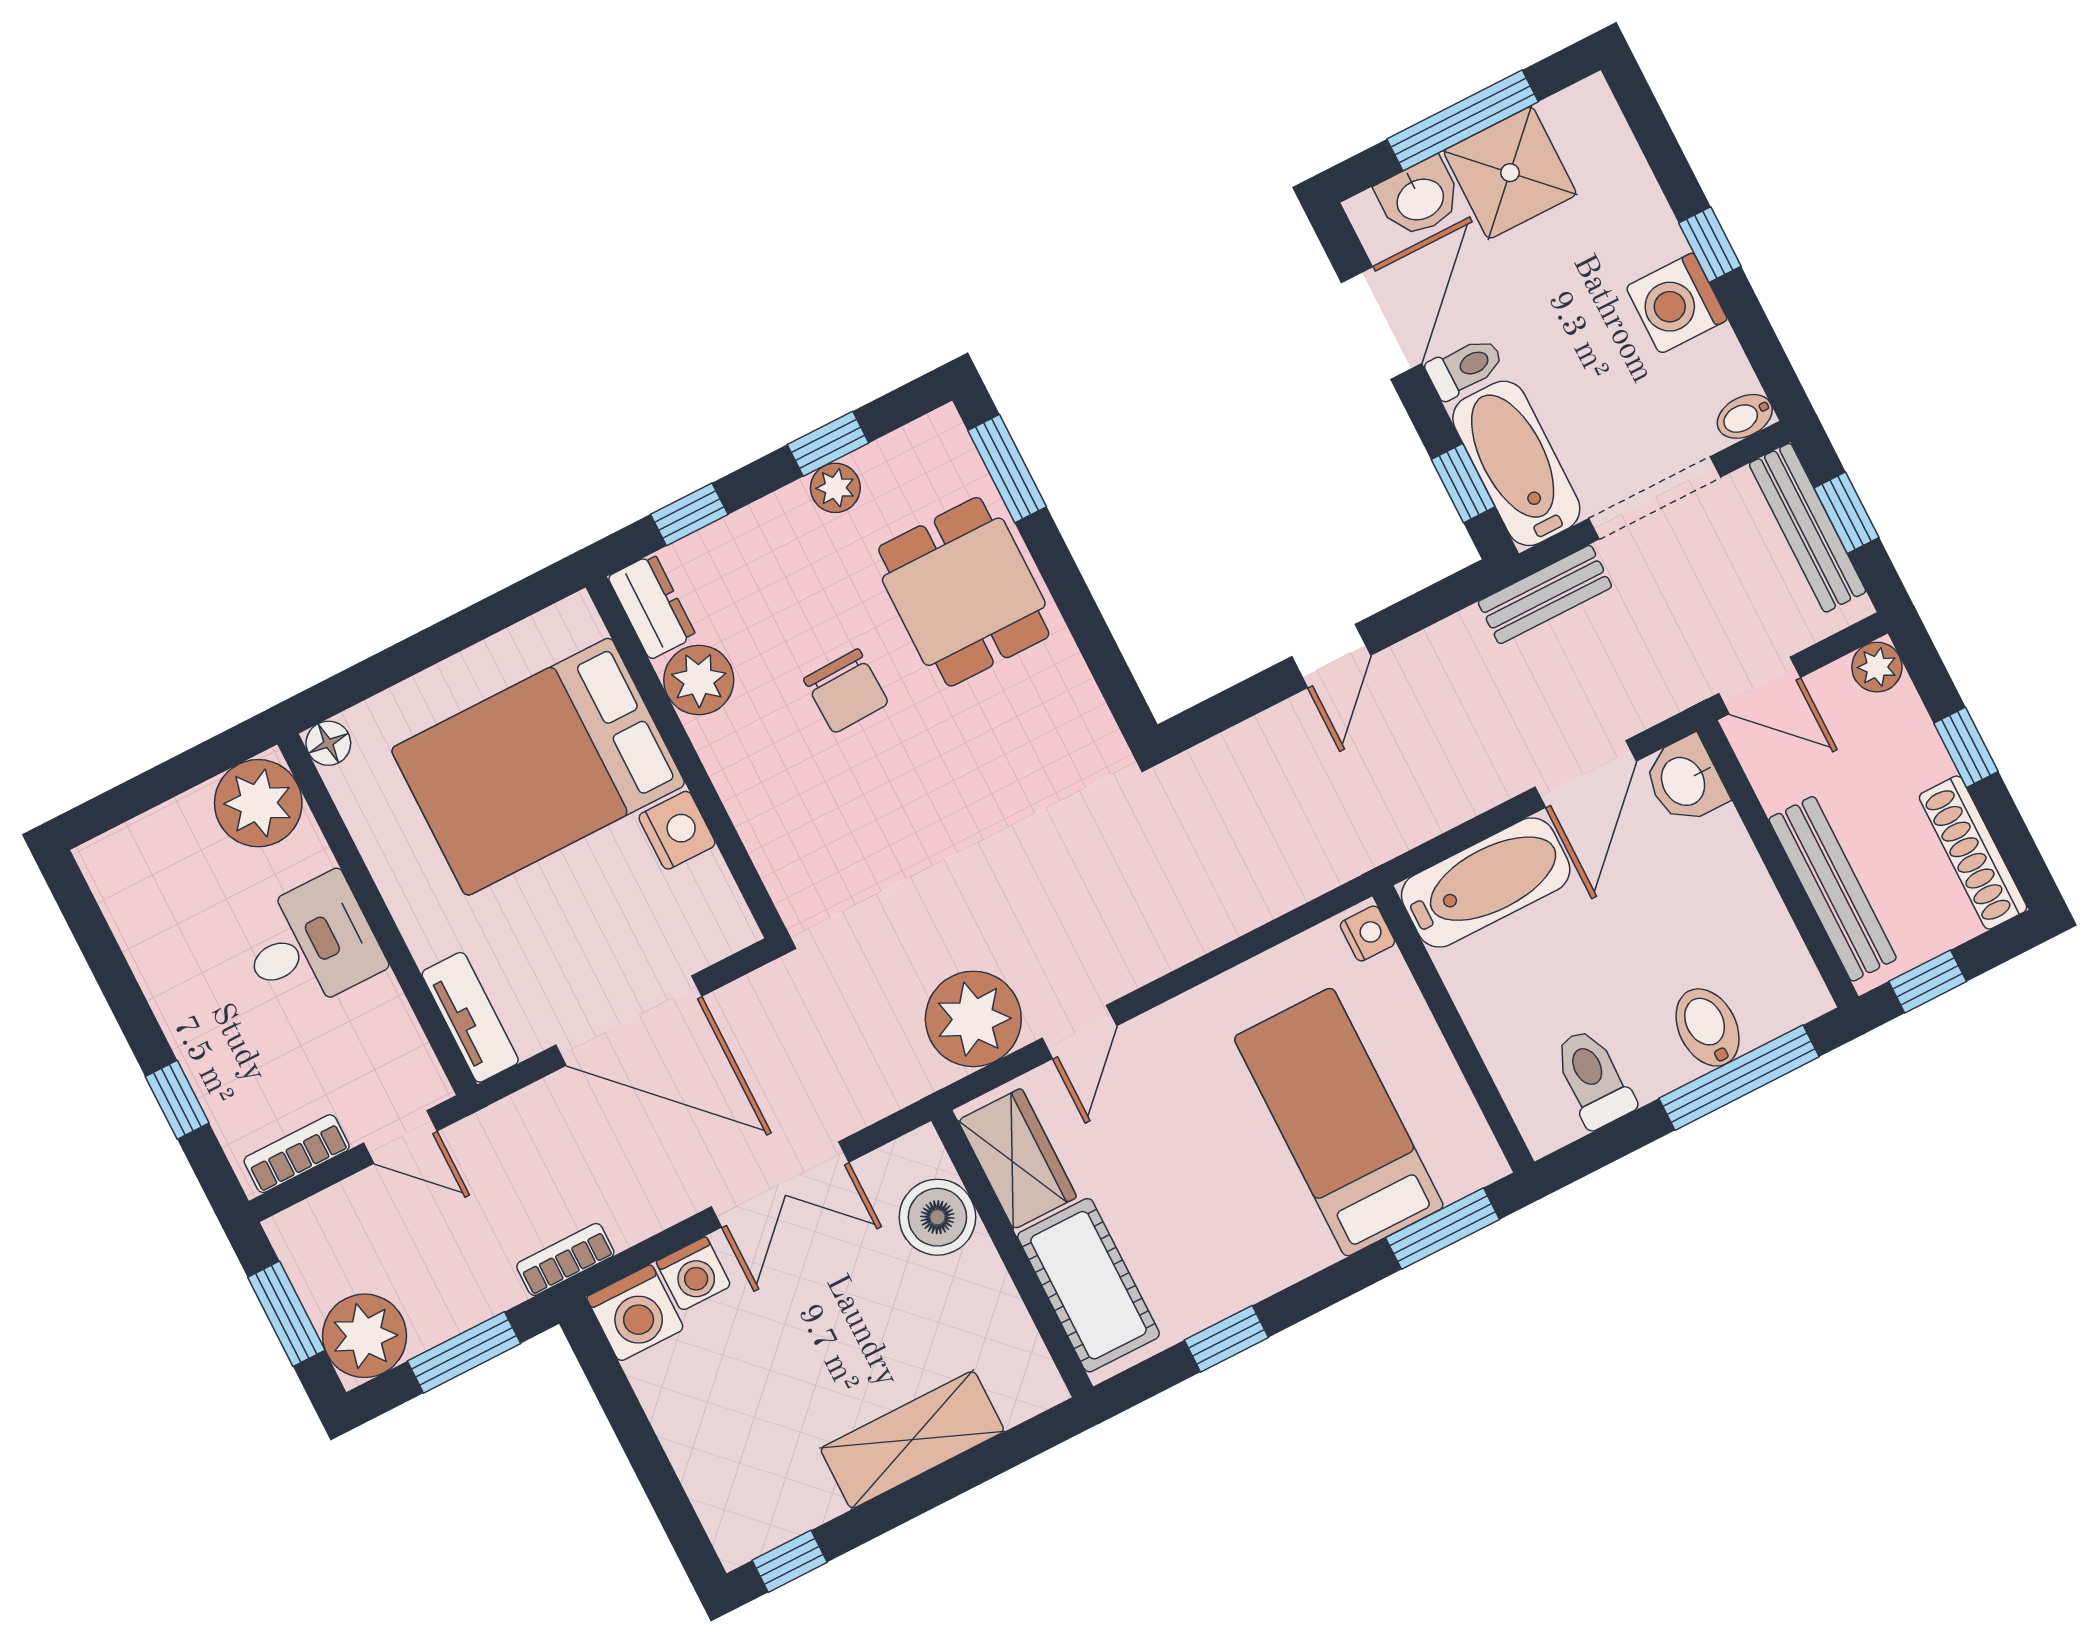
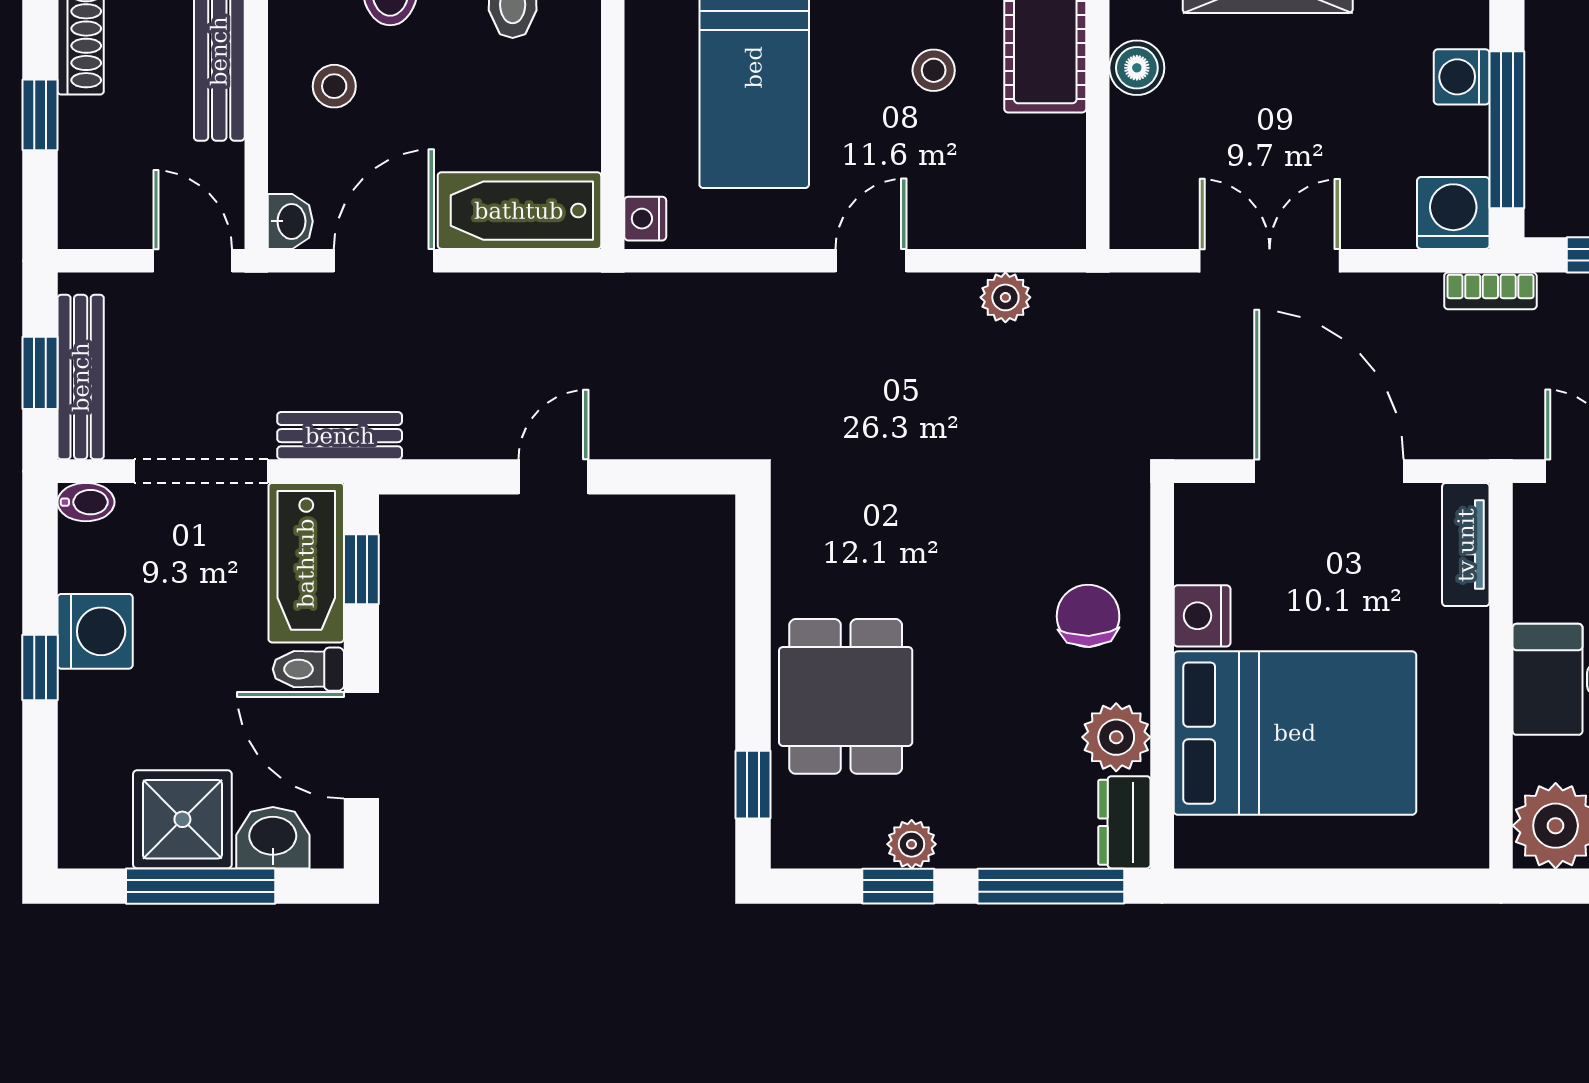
door: (1382, 323) -> (361, 745), hinge flipped
window: (1007, 469) -> (753, 785), width x0.67
window: (689, 514) -> (1051, 886), width x2.17
plant: (1877, 667) -> (82, 225), removed
chair: (846, 691) -> (1088, 616), moved
floor lamp: (328, 743) -> (1468, 847), removed
washbasin: (1685, 781) -> (290, 221), width x0.72, depth x0.69
stool: (1712, 910) -> (334, 86), added
plant: (973, 1019) -> (1005, 297), width x0.53, depth x0.53
door: (1079, 1032) -> (871, 261), moved
wardrobe: (1017, 1159) -> (1051, 178), removed
stool: (1174, 1202) -> (934, 70), added
boiler: (937, 1217) -> (1137, 68), moved, width x0.73, depth x0.73
washing machine: (694, 1274) -> (1462, 77), moved, turned -90
window: (625, 1413) -> (1507, 130), added

